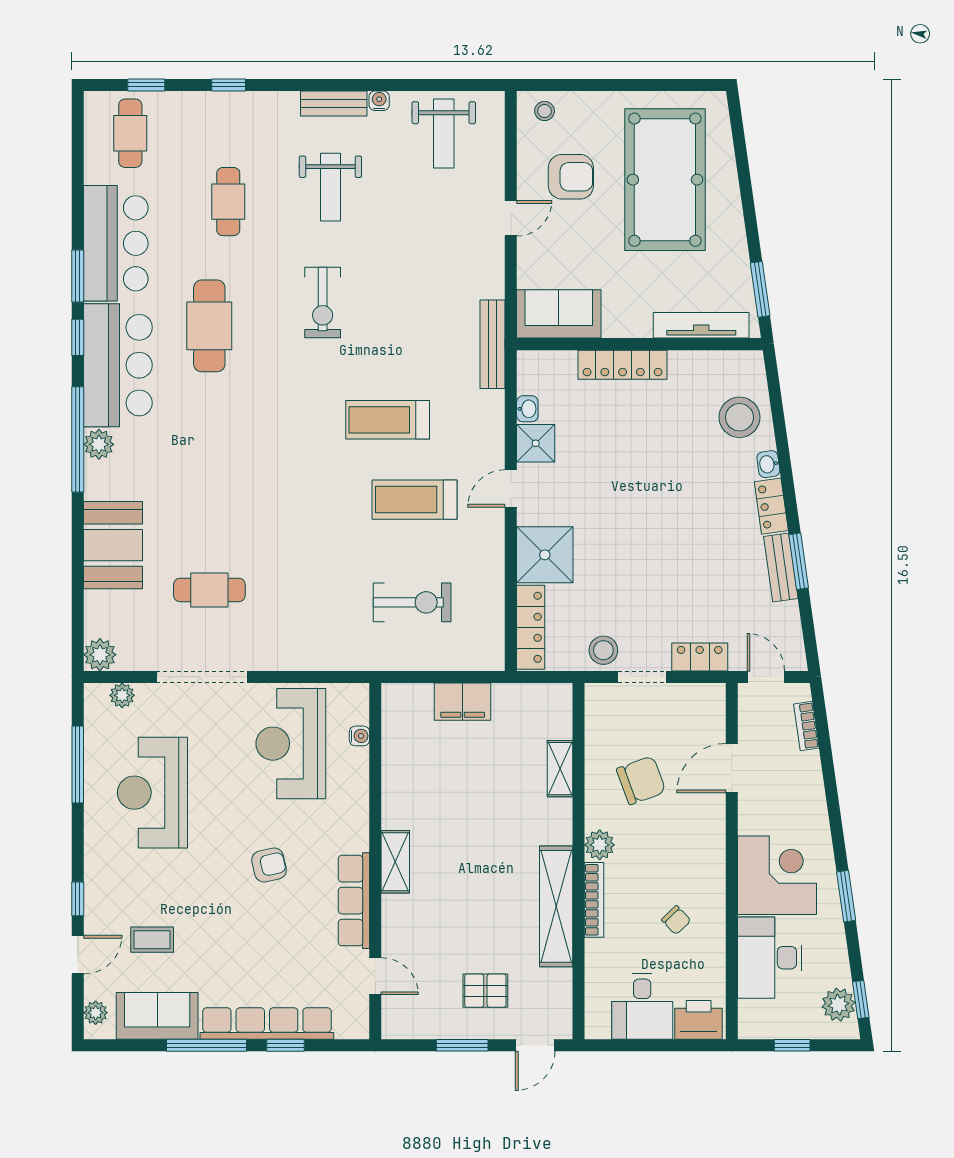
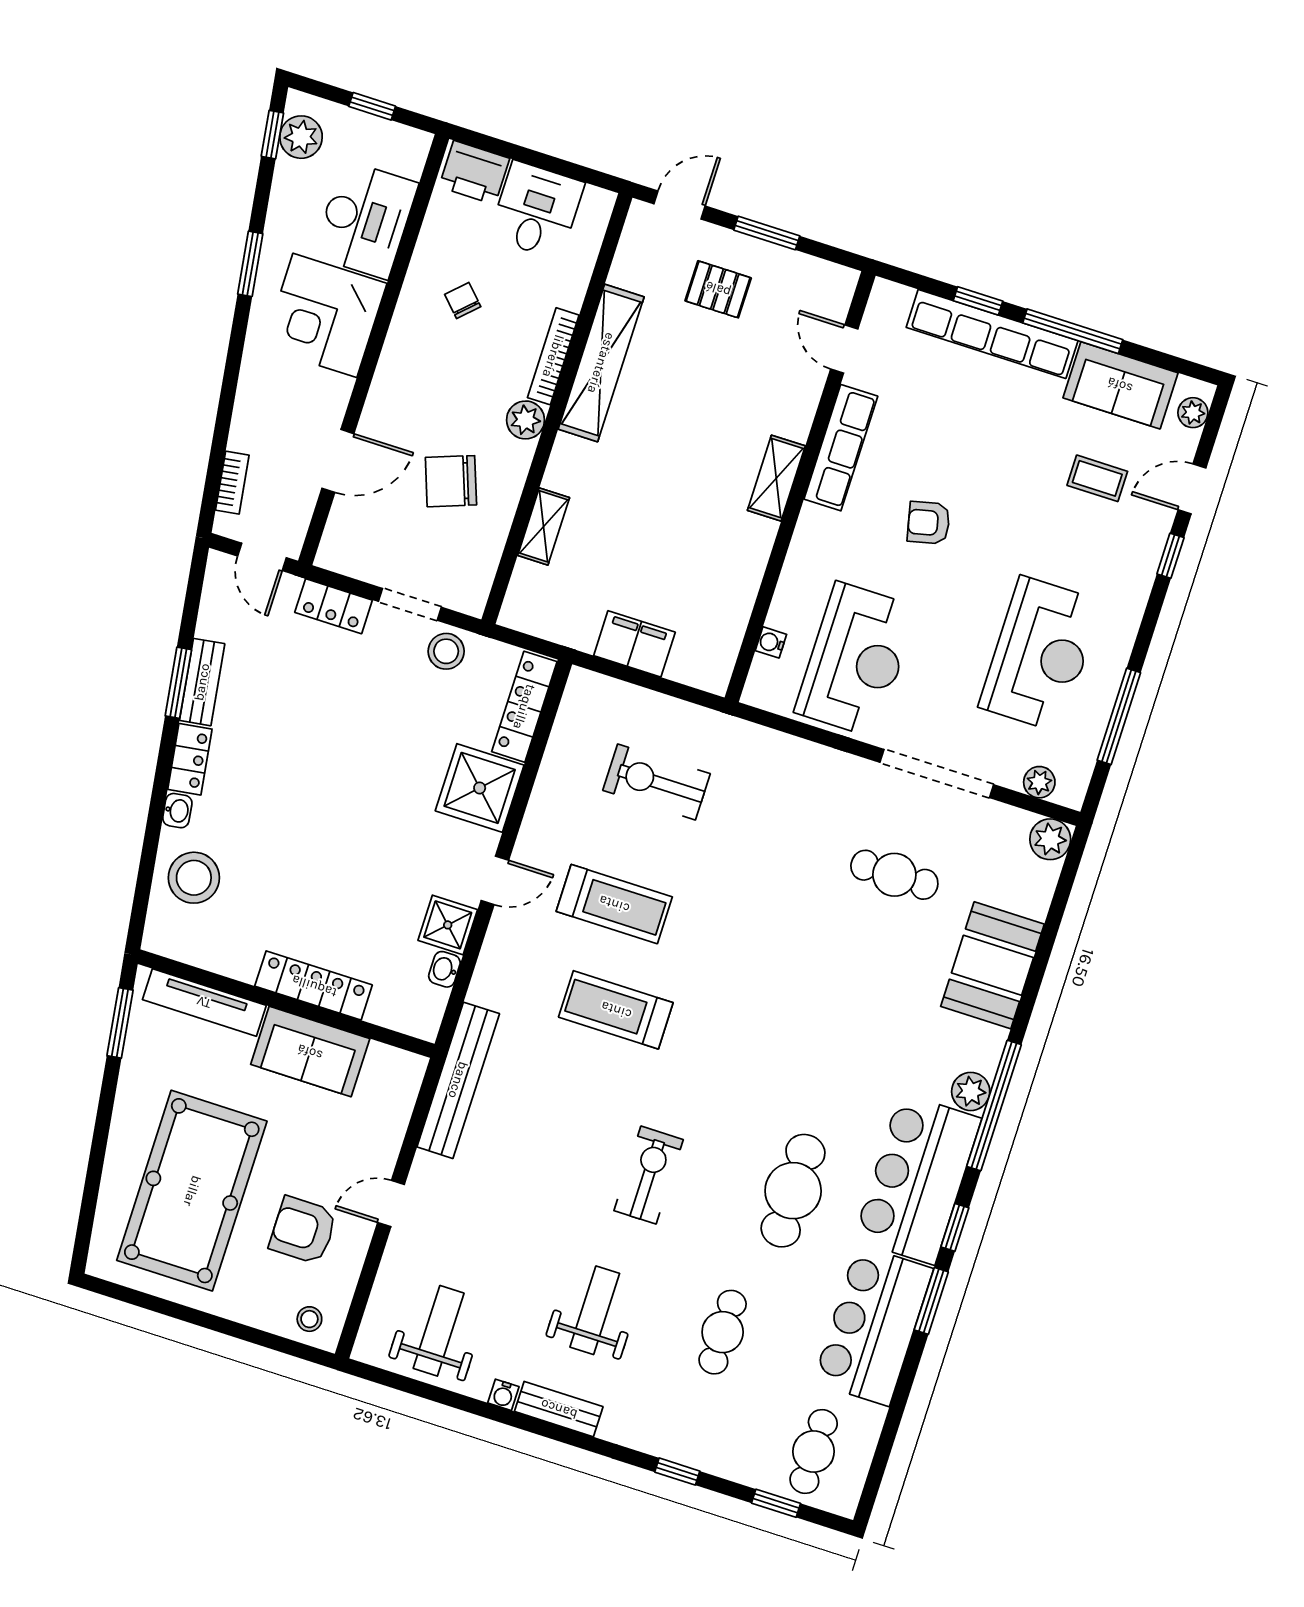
sofa: (559, 314) -> (310, 1052), moved
bench: (493, 344) -> (458, 1080), width x1.37, depth x1.21
treadmill: (388, 420) -> (616, 1010), turned 180

